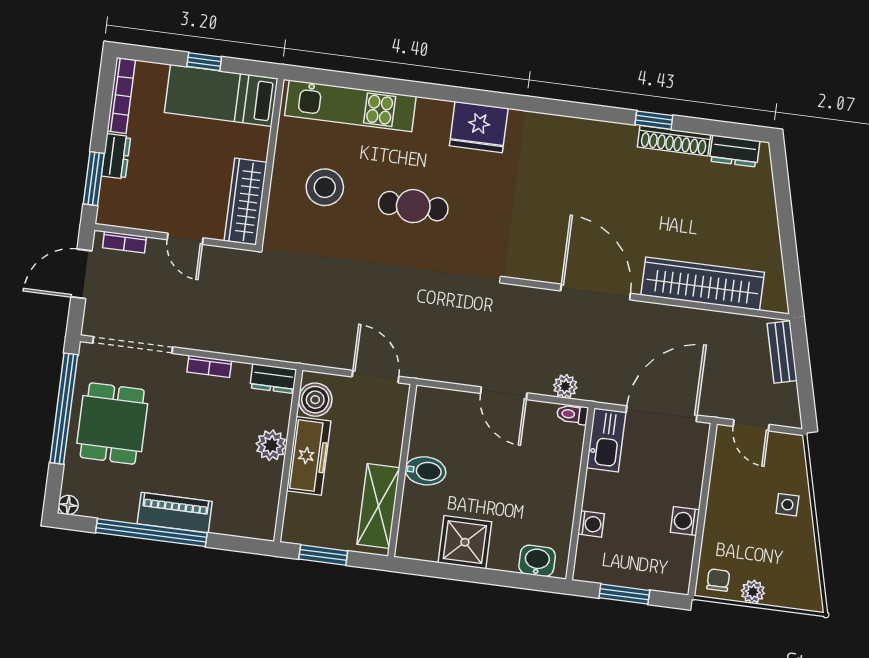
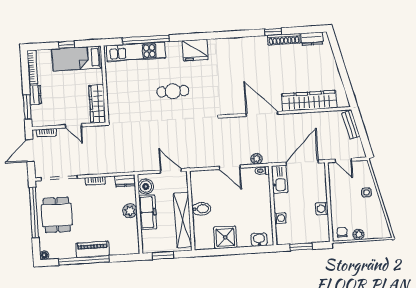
window: (377, 84) -> (146, 40), added
stool: (325, 187) -> (131, 91), removed
shelving: (378, 506) -> (183, 220), width x1.47

